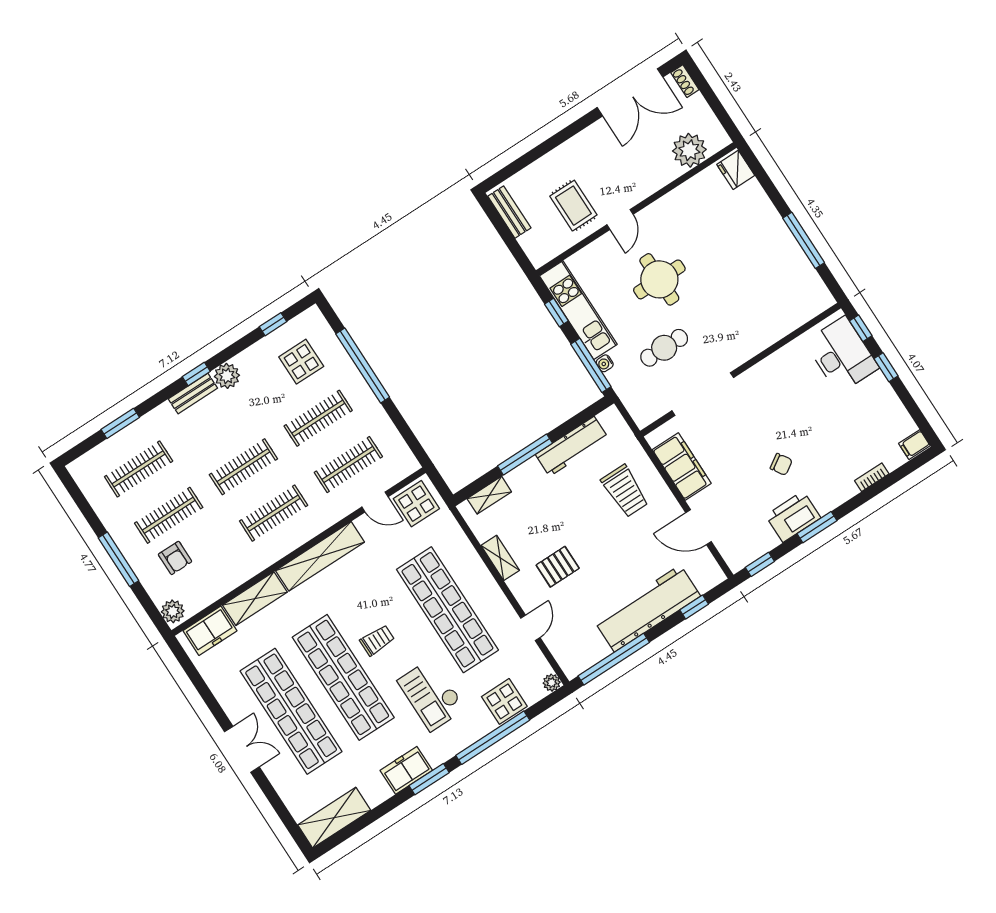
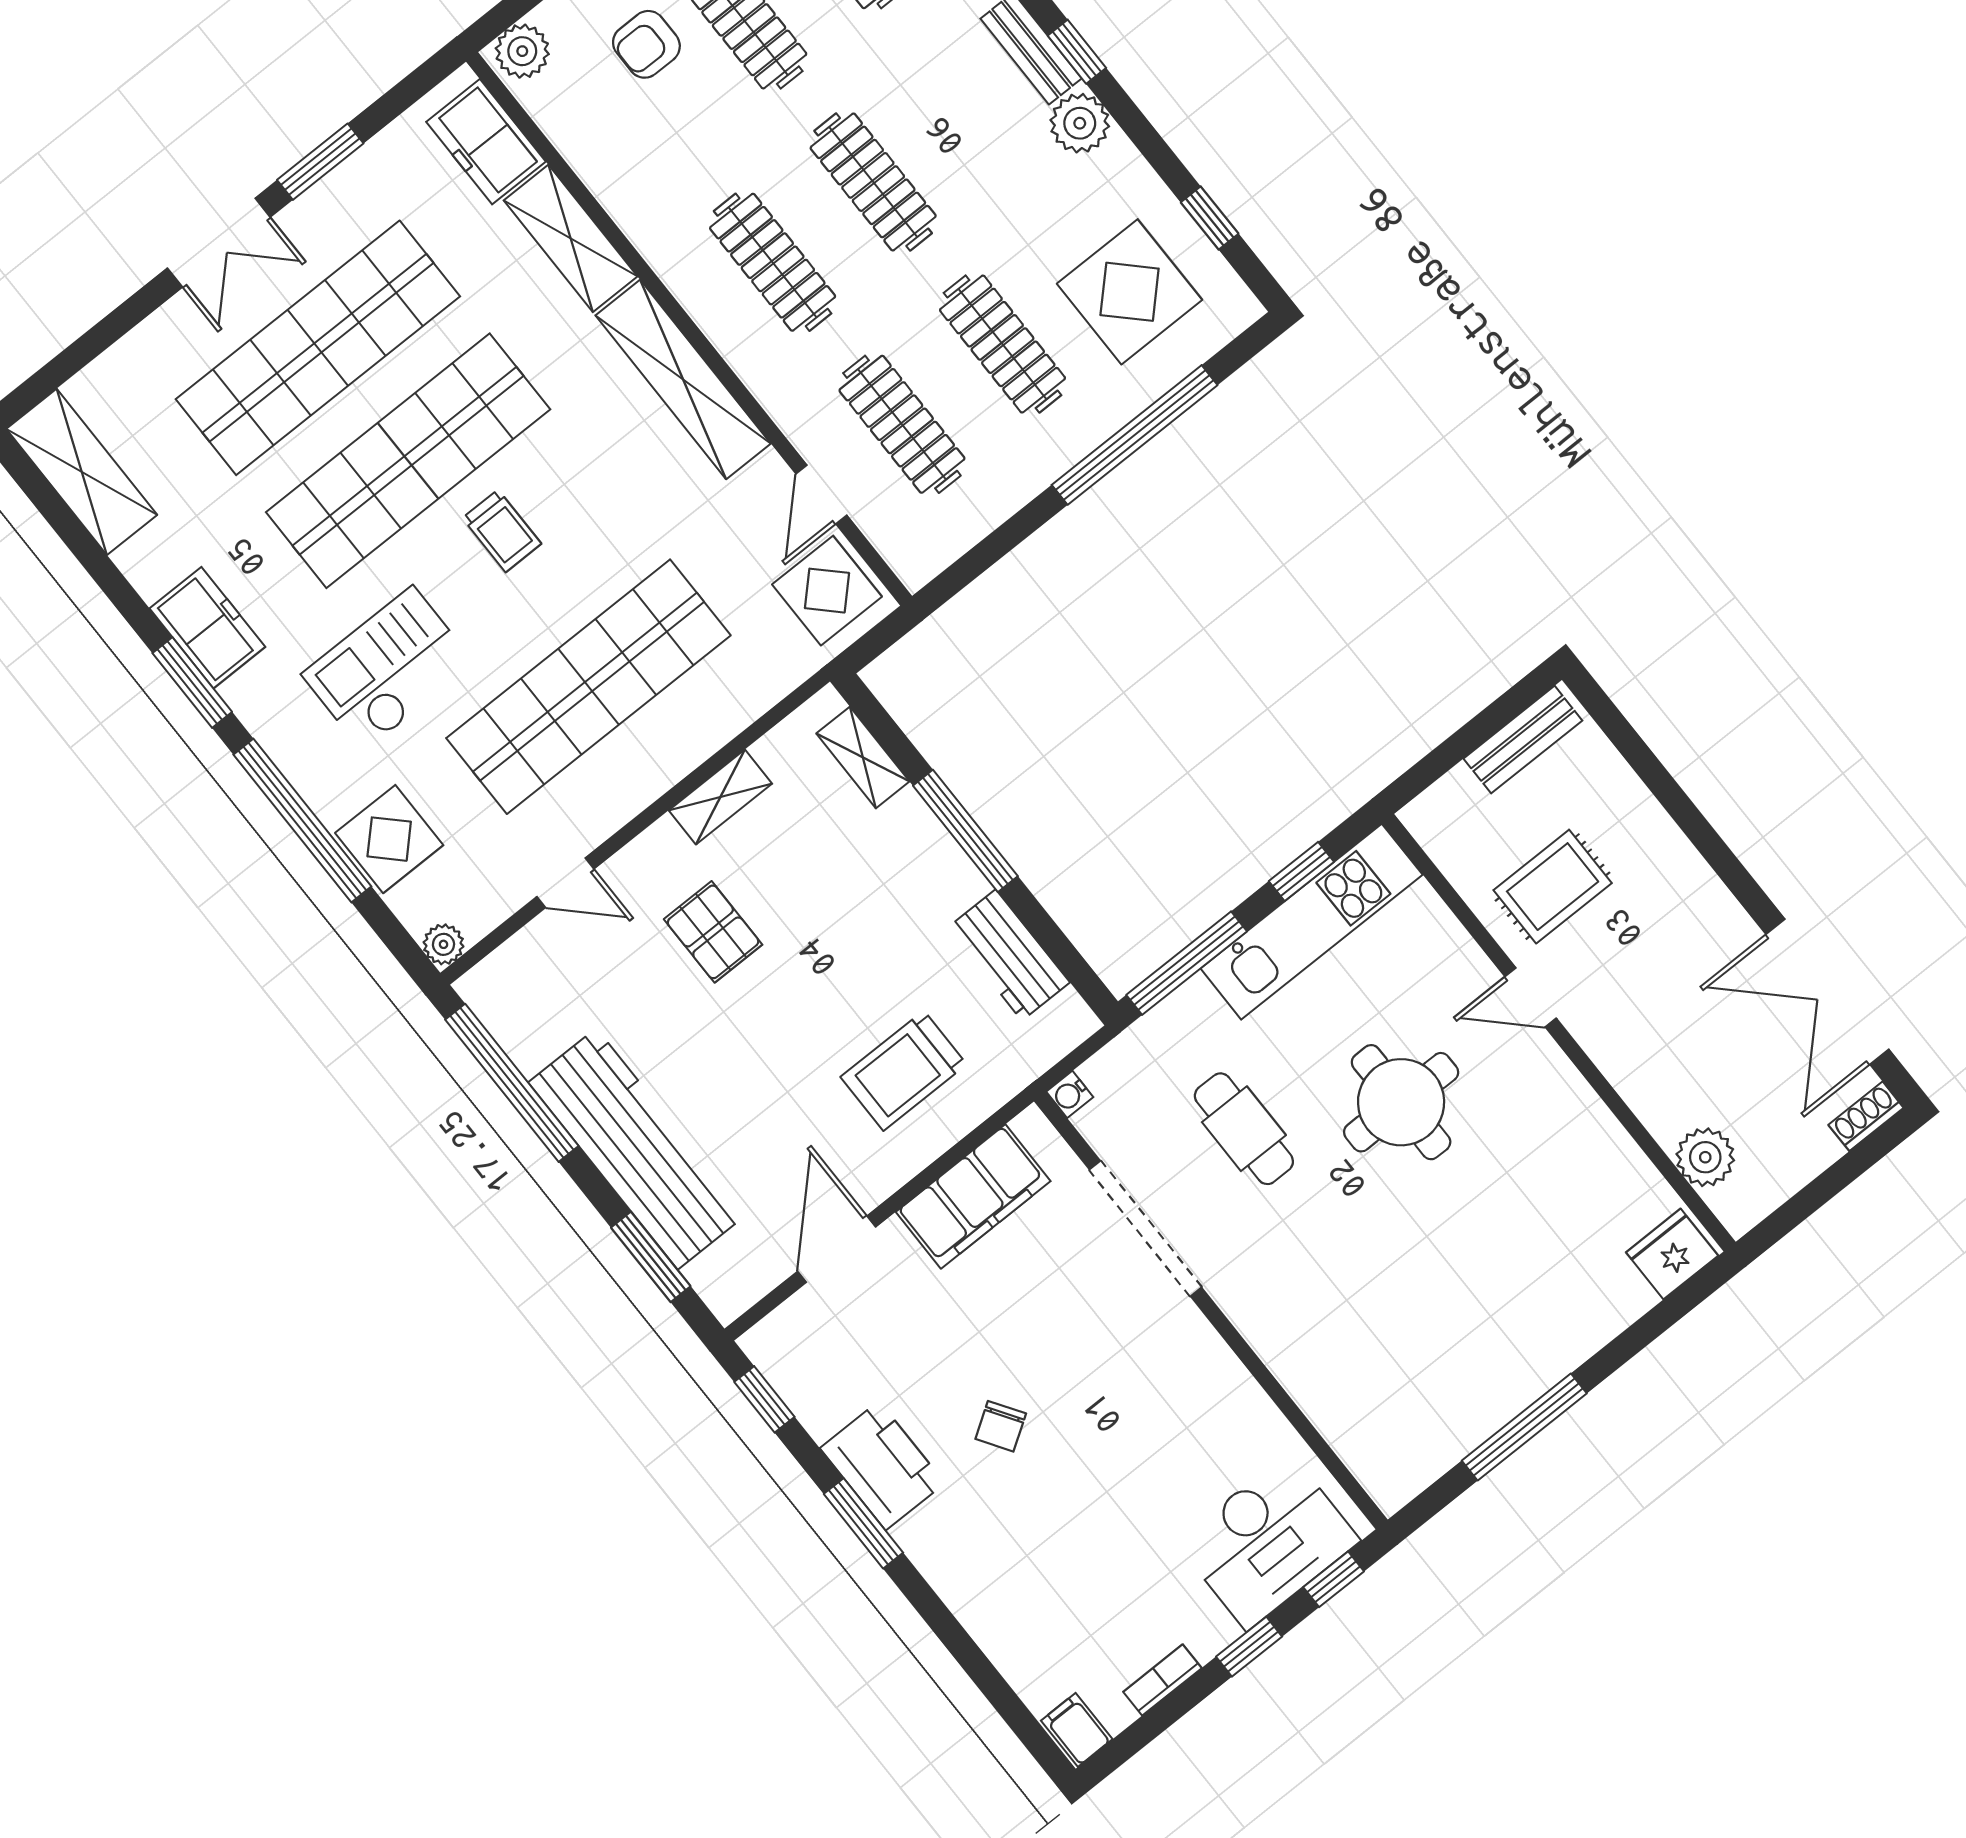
plant: (689, 150) -> (1705, 1157), width x0.73, depth x0.73
display table: (301, 362) -> (1130, 292), width x1.36, depth x1.36
water cooler: (605, 363) -> (1070, 1094), moved, turned -90
workbench: (572, 446) -> (1009, 955), width x0.73
bookcase: (872, 477) -> (1162, 1680), moved, turned -90
window: (694, 607) -> (651, 1257), width x1.50
window: (212, 702) -> (320, 162), added

